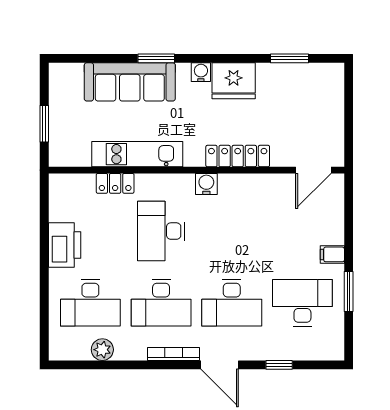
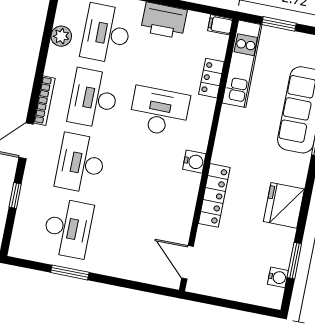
water cooler: (201, 72) -> (278, 277), moved
kitchen unit: (137, 154) -> (242, 64), moved
filing cabinet: (332, 254) -> (220, 25), moved, turned -90

